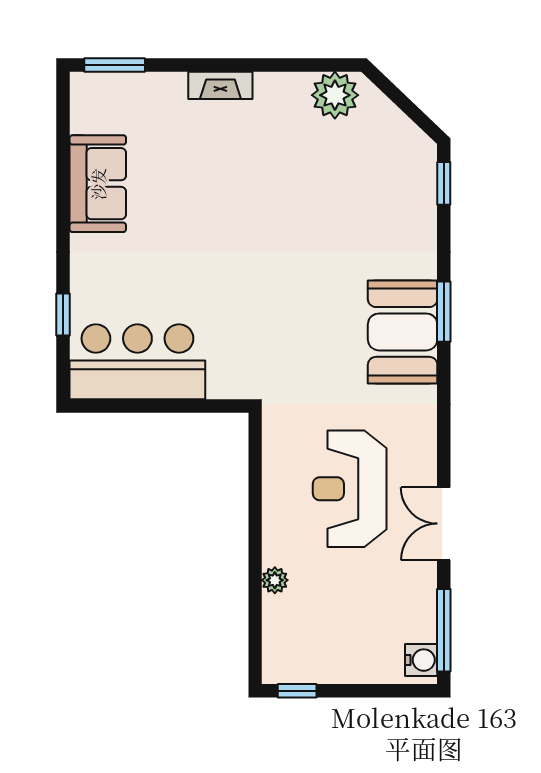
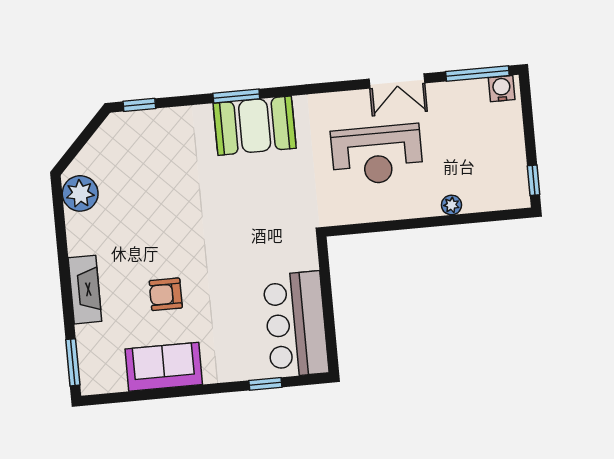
fireplace: (220, 85) -> (85, 290), width x1.37, depth x1.32
armchair: (192, 195) -> (166, 294), added

